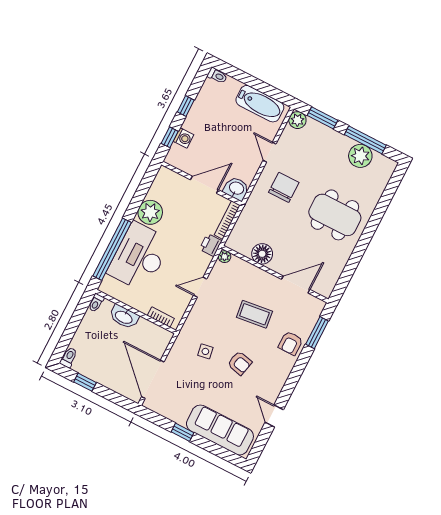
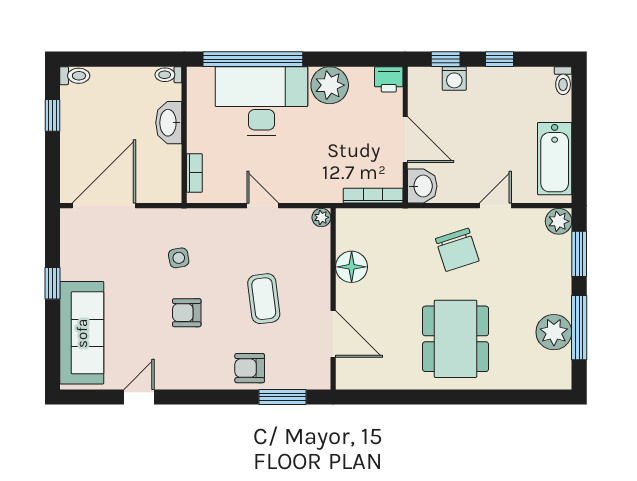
chair: (284, 187) -> (457, 250), turned 72
printer: (211, 245) -> (389, 79), moved, turned 180
armchair: (240, 363) -> (187, 313), turned 77

